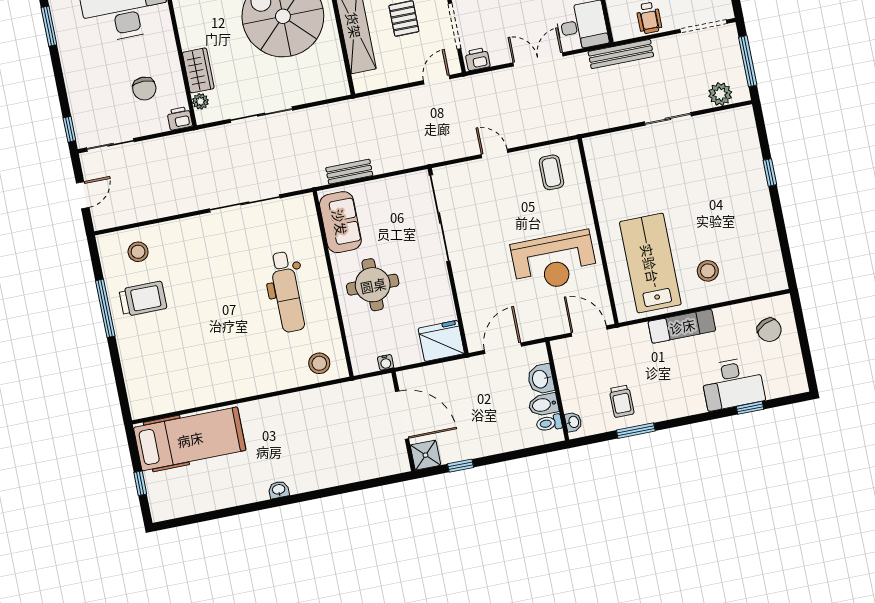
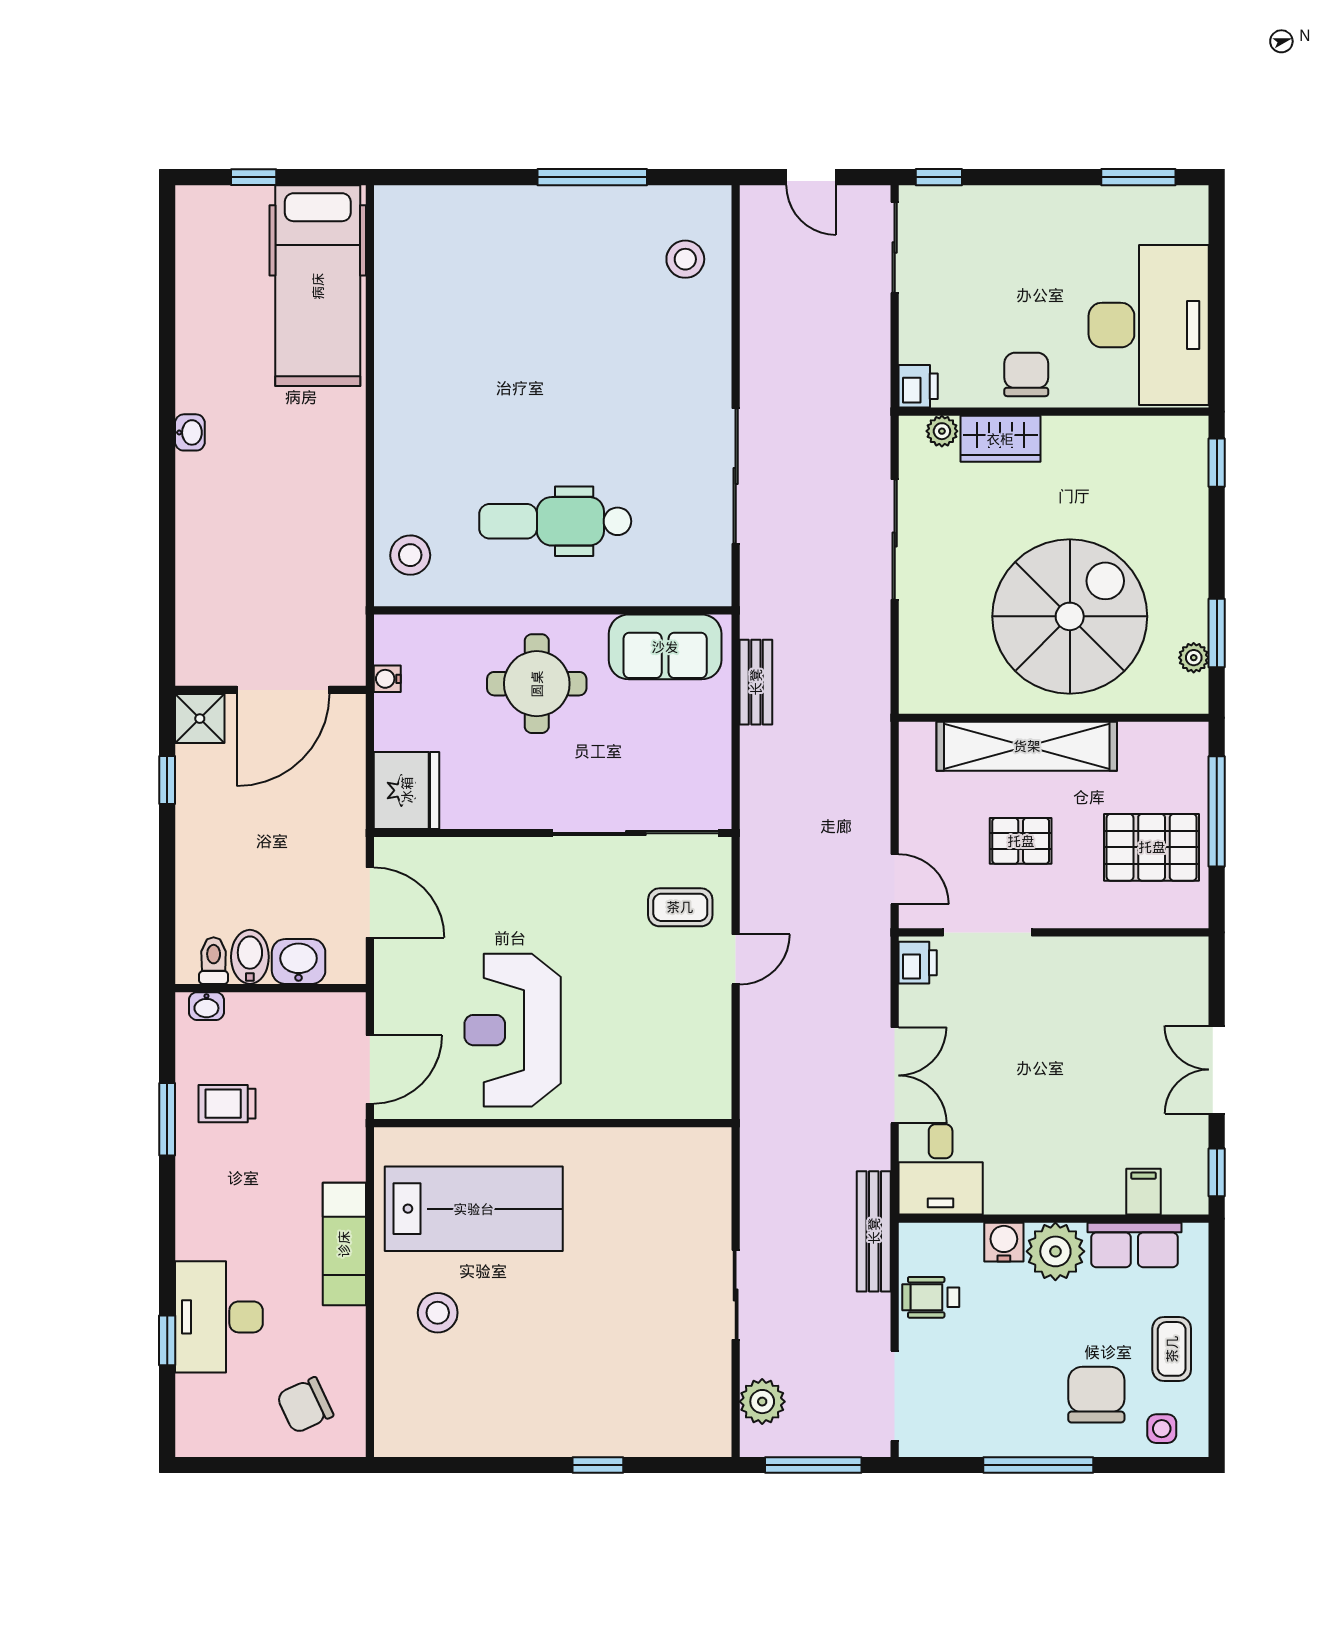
chair: (144, 89) -> (1026, 374), moved, turned 90
coffee table: (551, 172) -> (680, 907), moved
trolley: (143, 299) -> (596, 251), removed

